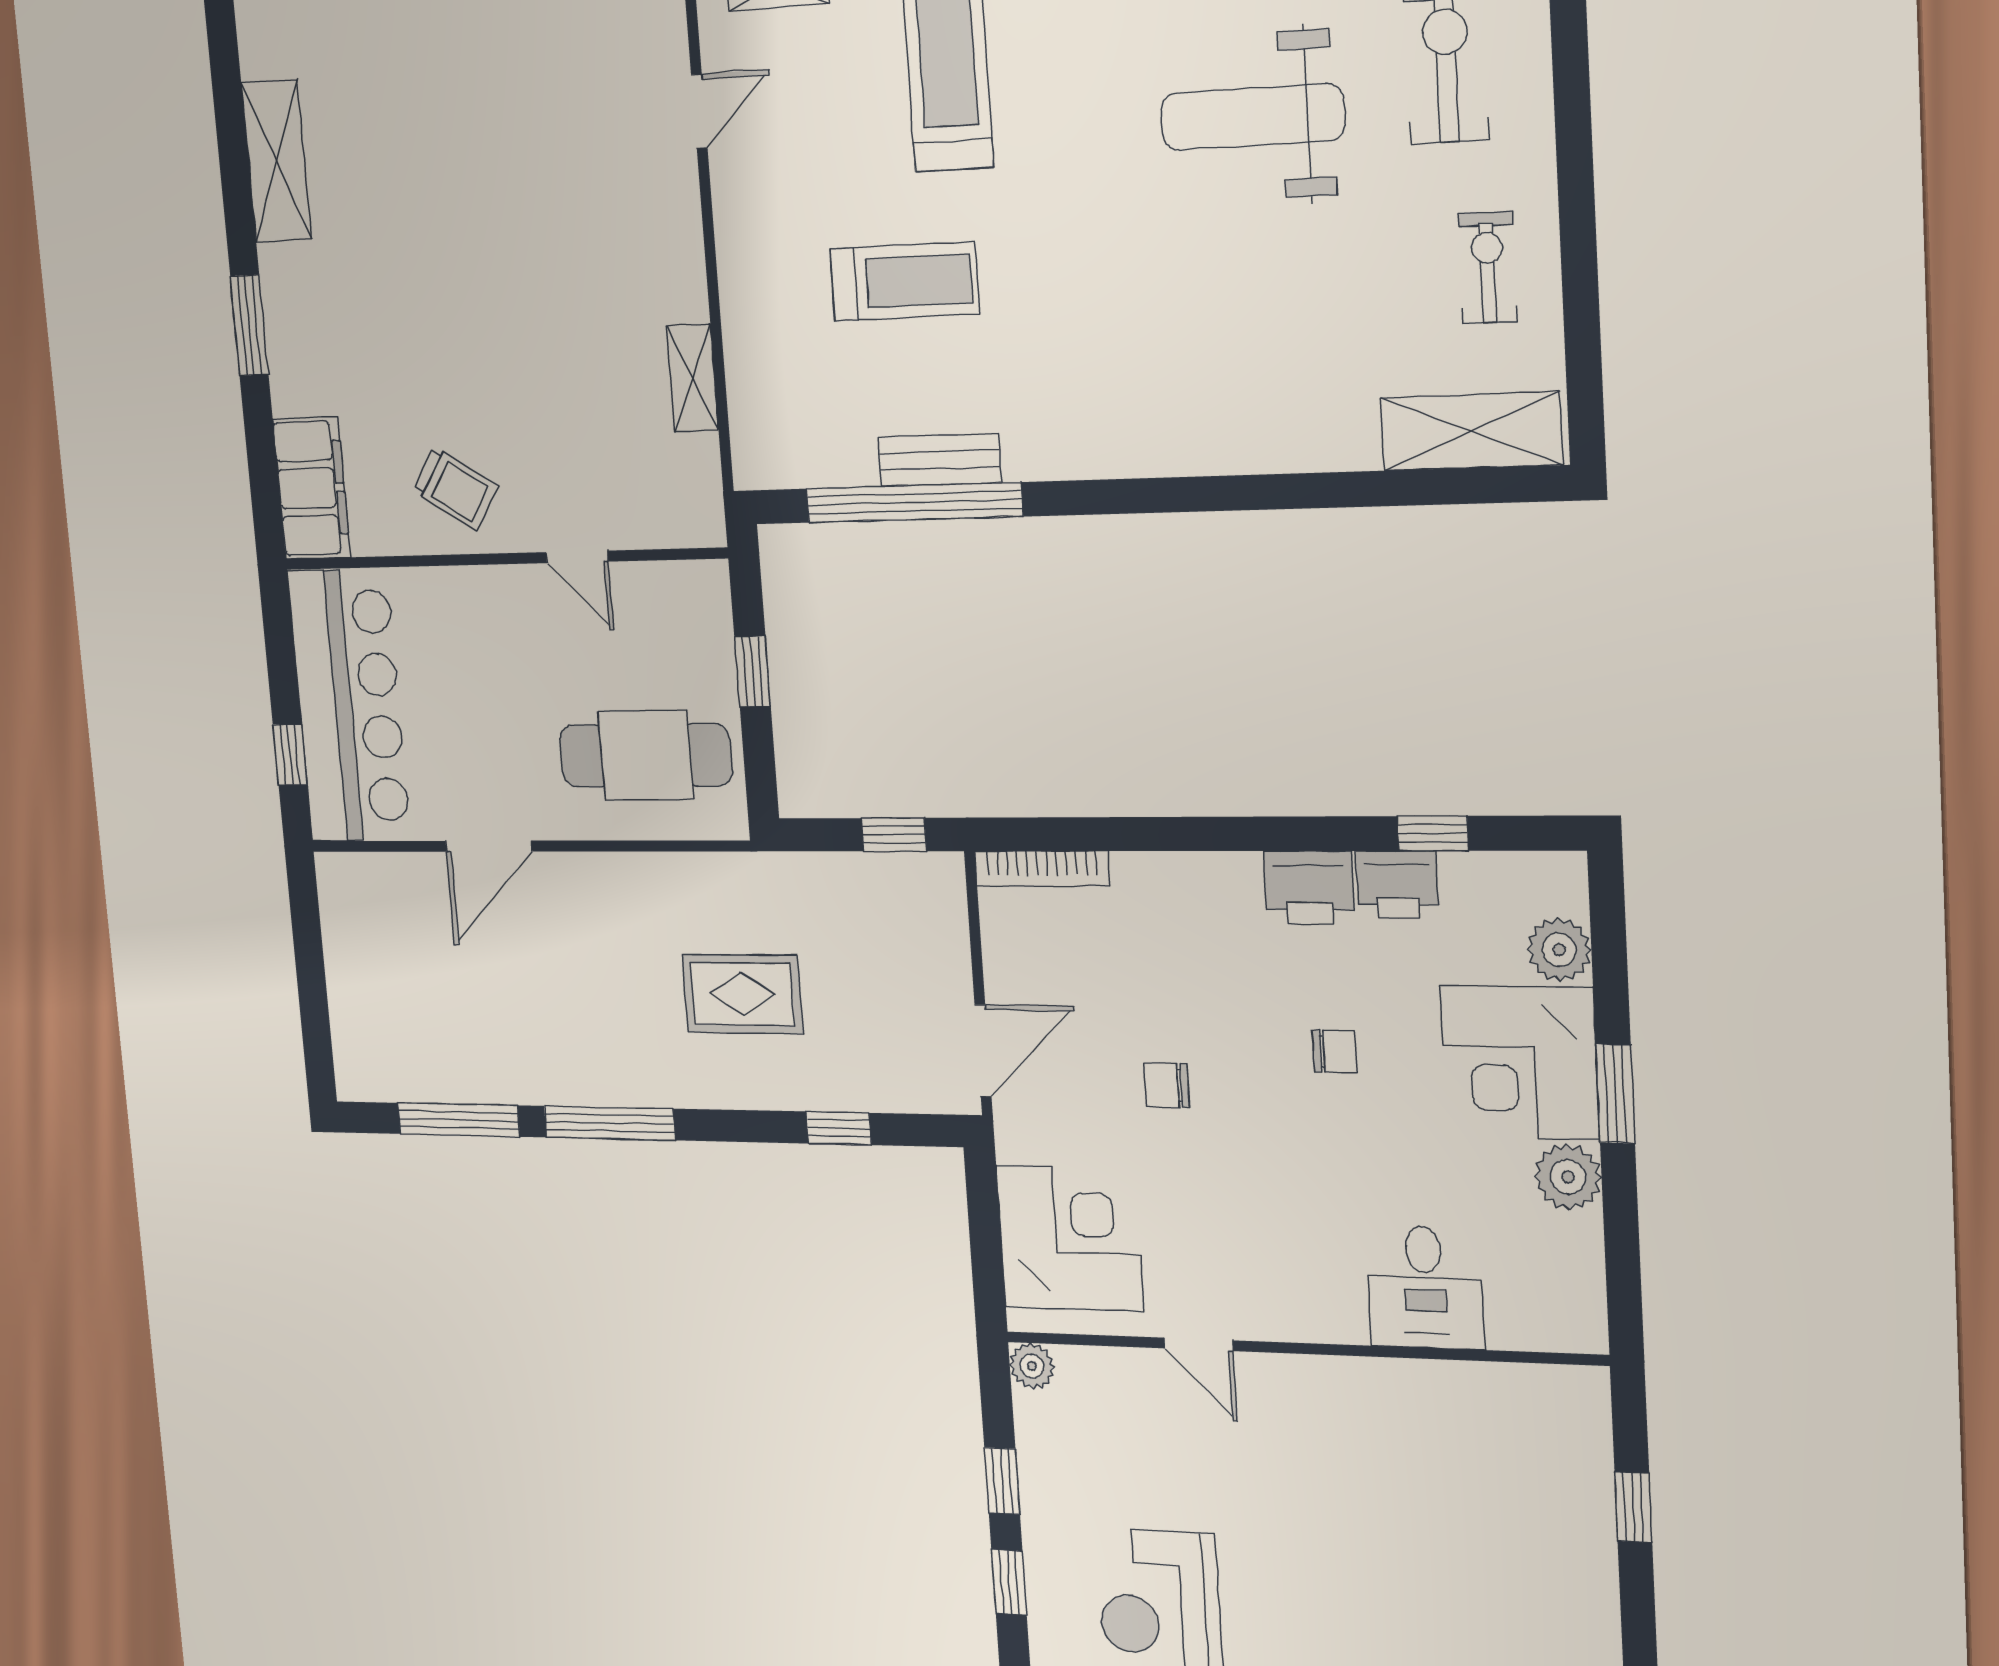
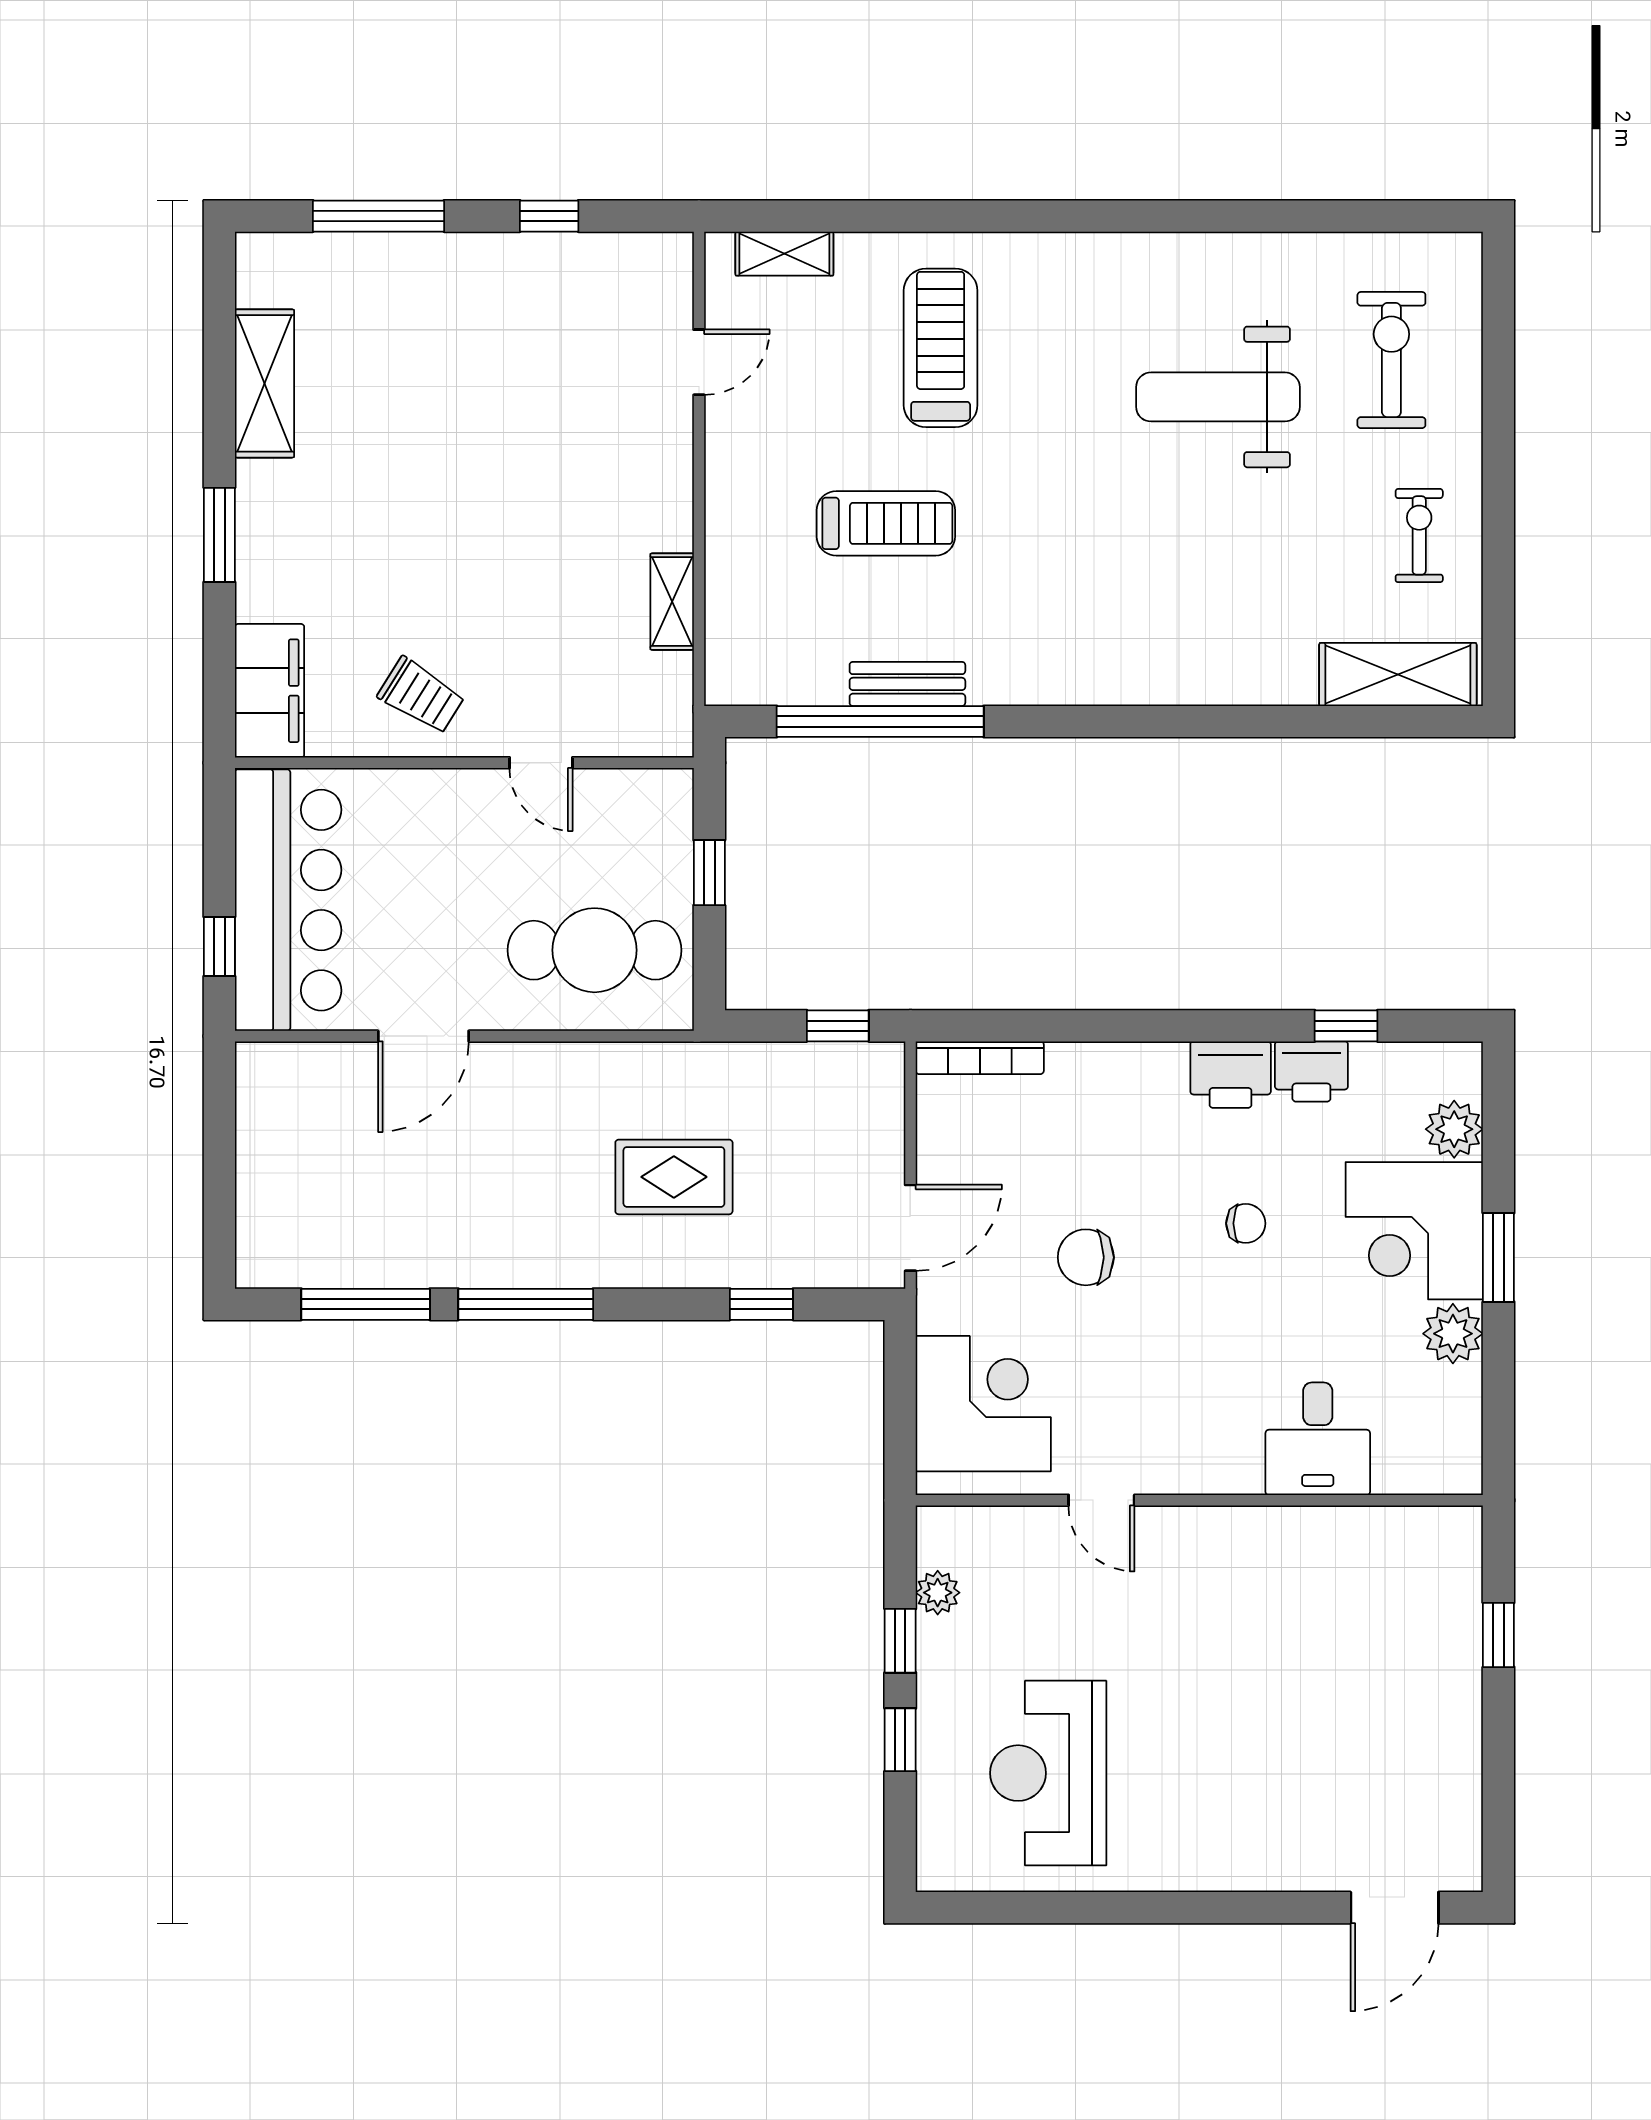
chair: (1166, 1085) -> (1086, 1257), width x1.37, depth x1.37
plant: (1032, 1366) -> (938, 1593), moved

